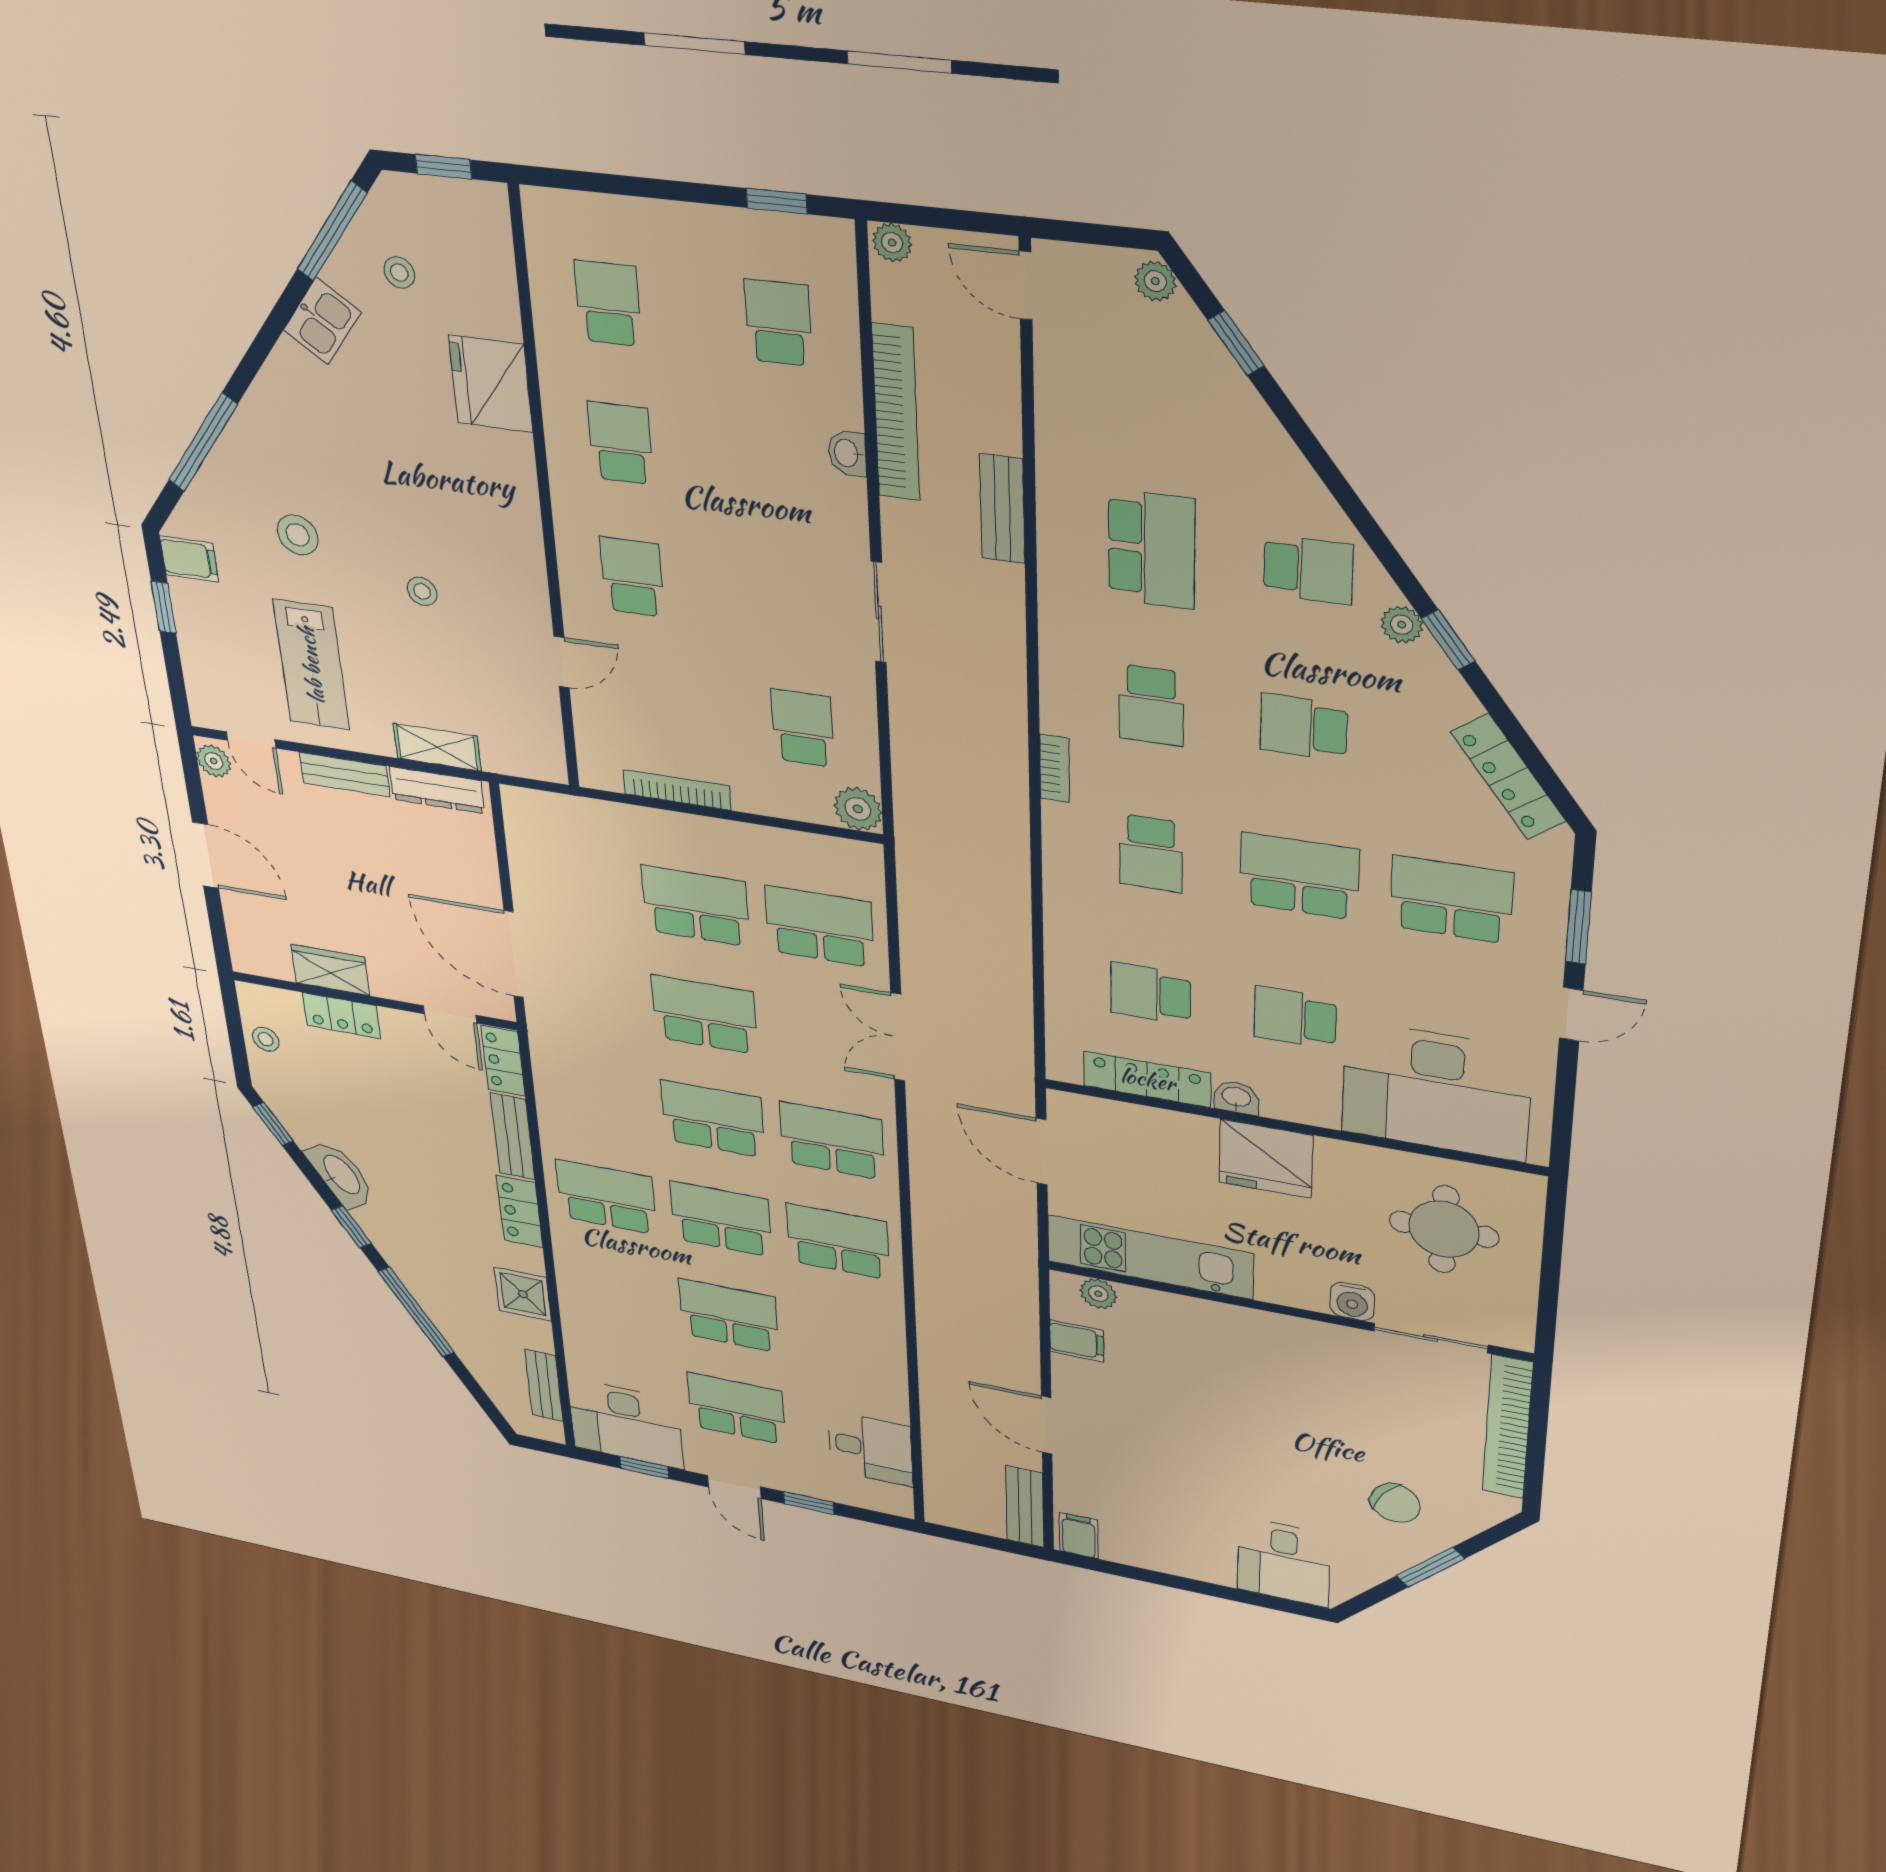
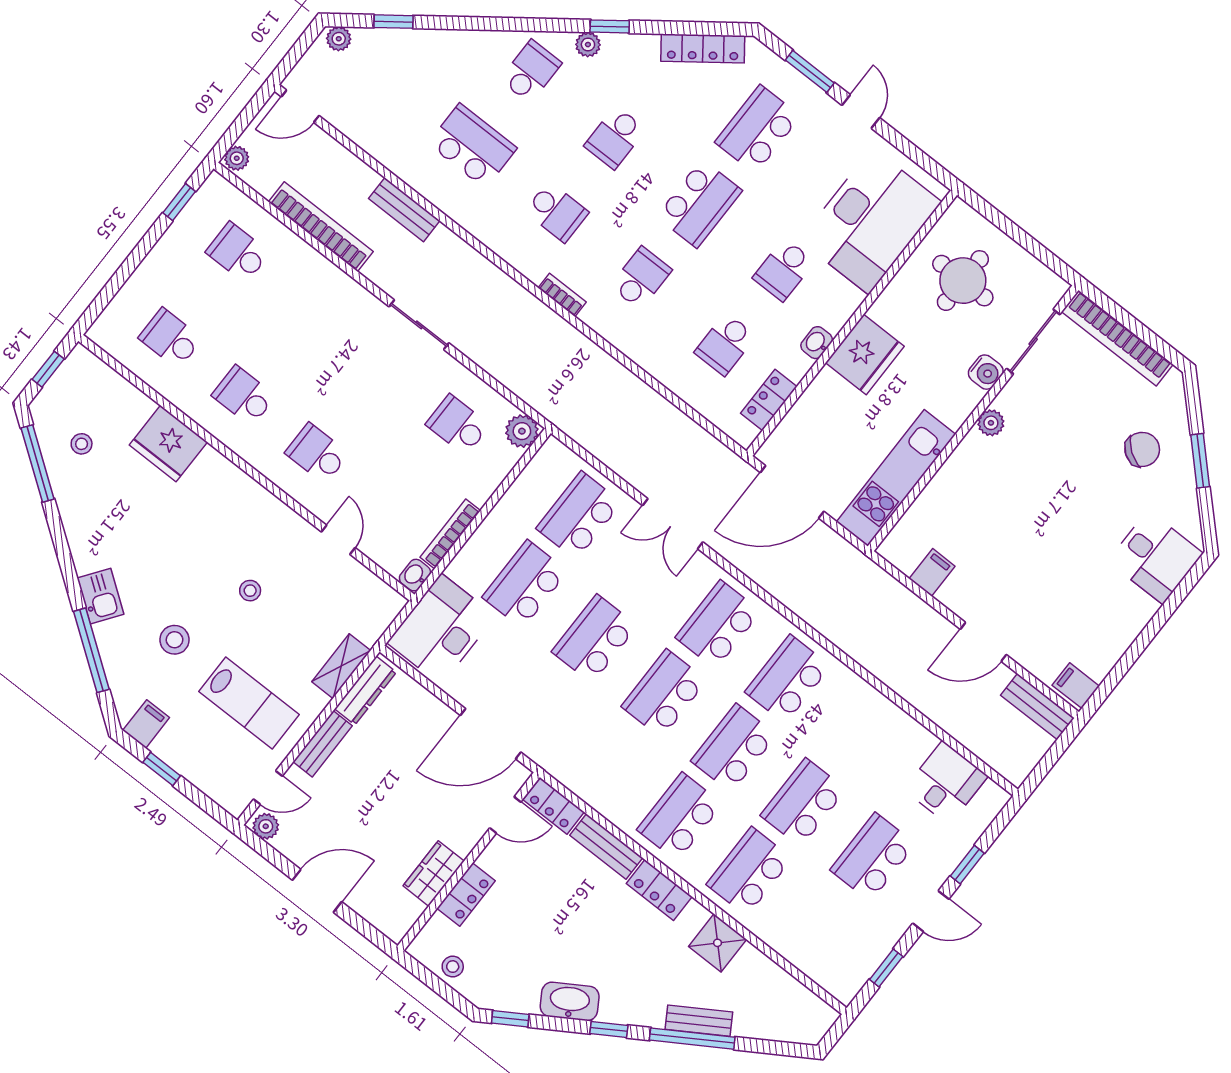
kitchen sink: (322, 321) -> (100, 596), moved
washbasin: (847, 453) -> (415, 575), moved, turned 90
school desk: (1151, 853) -> (641, 278), turned -90
school desk: (1299, 876) -> (699, 204), turned 180
locker: (1147, 1079) -> (769, 400), width x0.66
door: (1042, 1152) -> (792, 492), width x1.36
school desk: (616, 1293) -> (749, 871), added
plant: (1098, 1294) -> (991, 423), moved
bench: (544, 1385) -> (699, 1021), moved, turned -32
desk: (626, 1423) -> (441, 629), moved, turned 180

